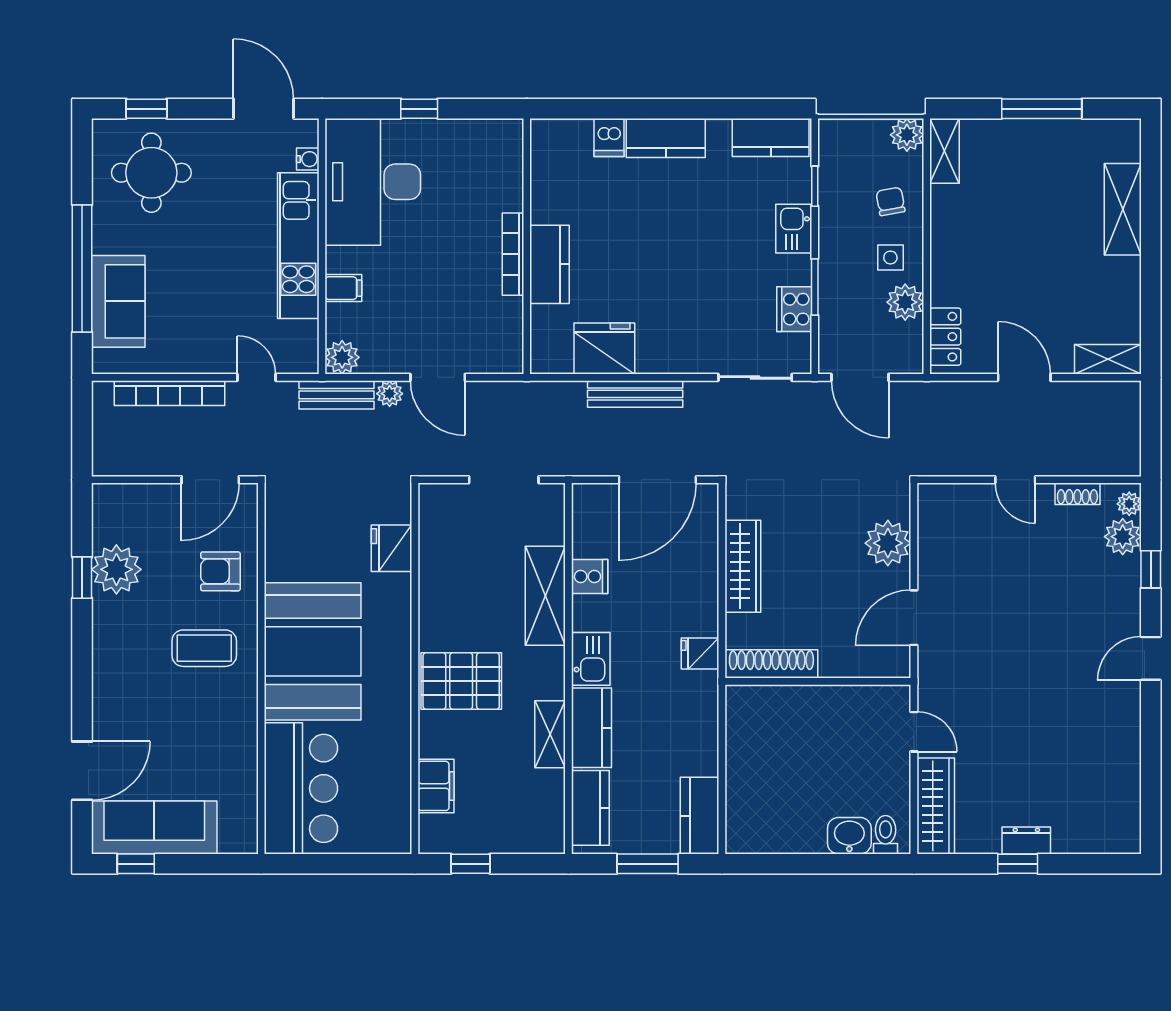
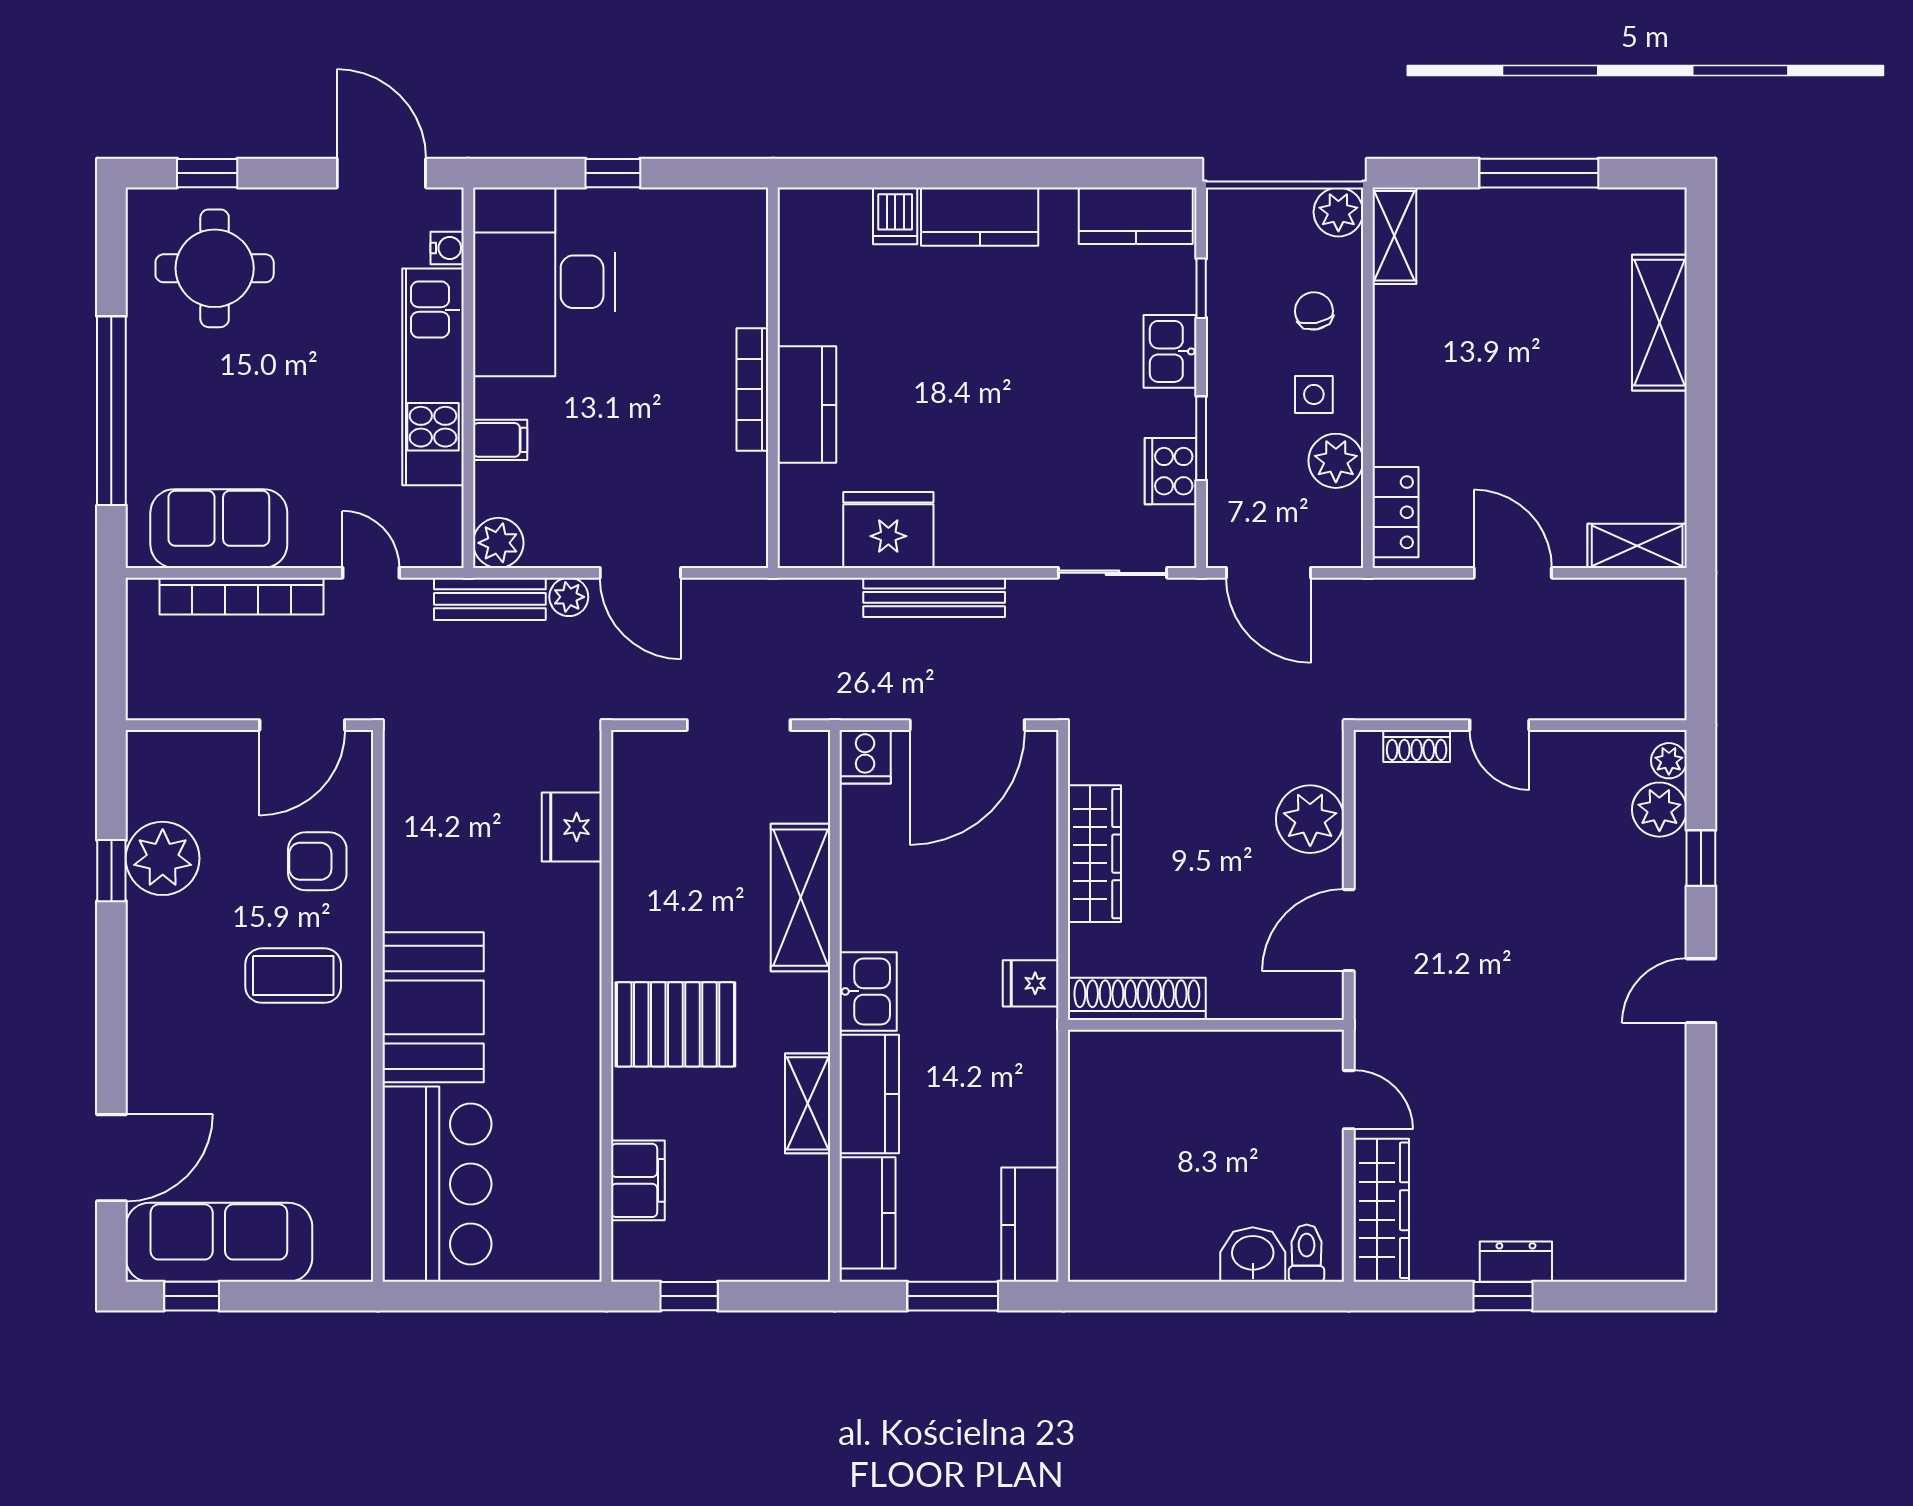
sofa: (118, 301) -> (219, 529), moved, turned -90
shoe rack: (1077, 494) -> (1417, 746), moved
cooker: (590, 577) -> (865, 757), moved, turned 90
booth: (313, 651) -> (433, 1007), width x0.73, depth x0.70

